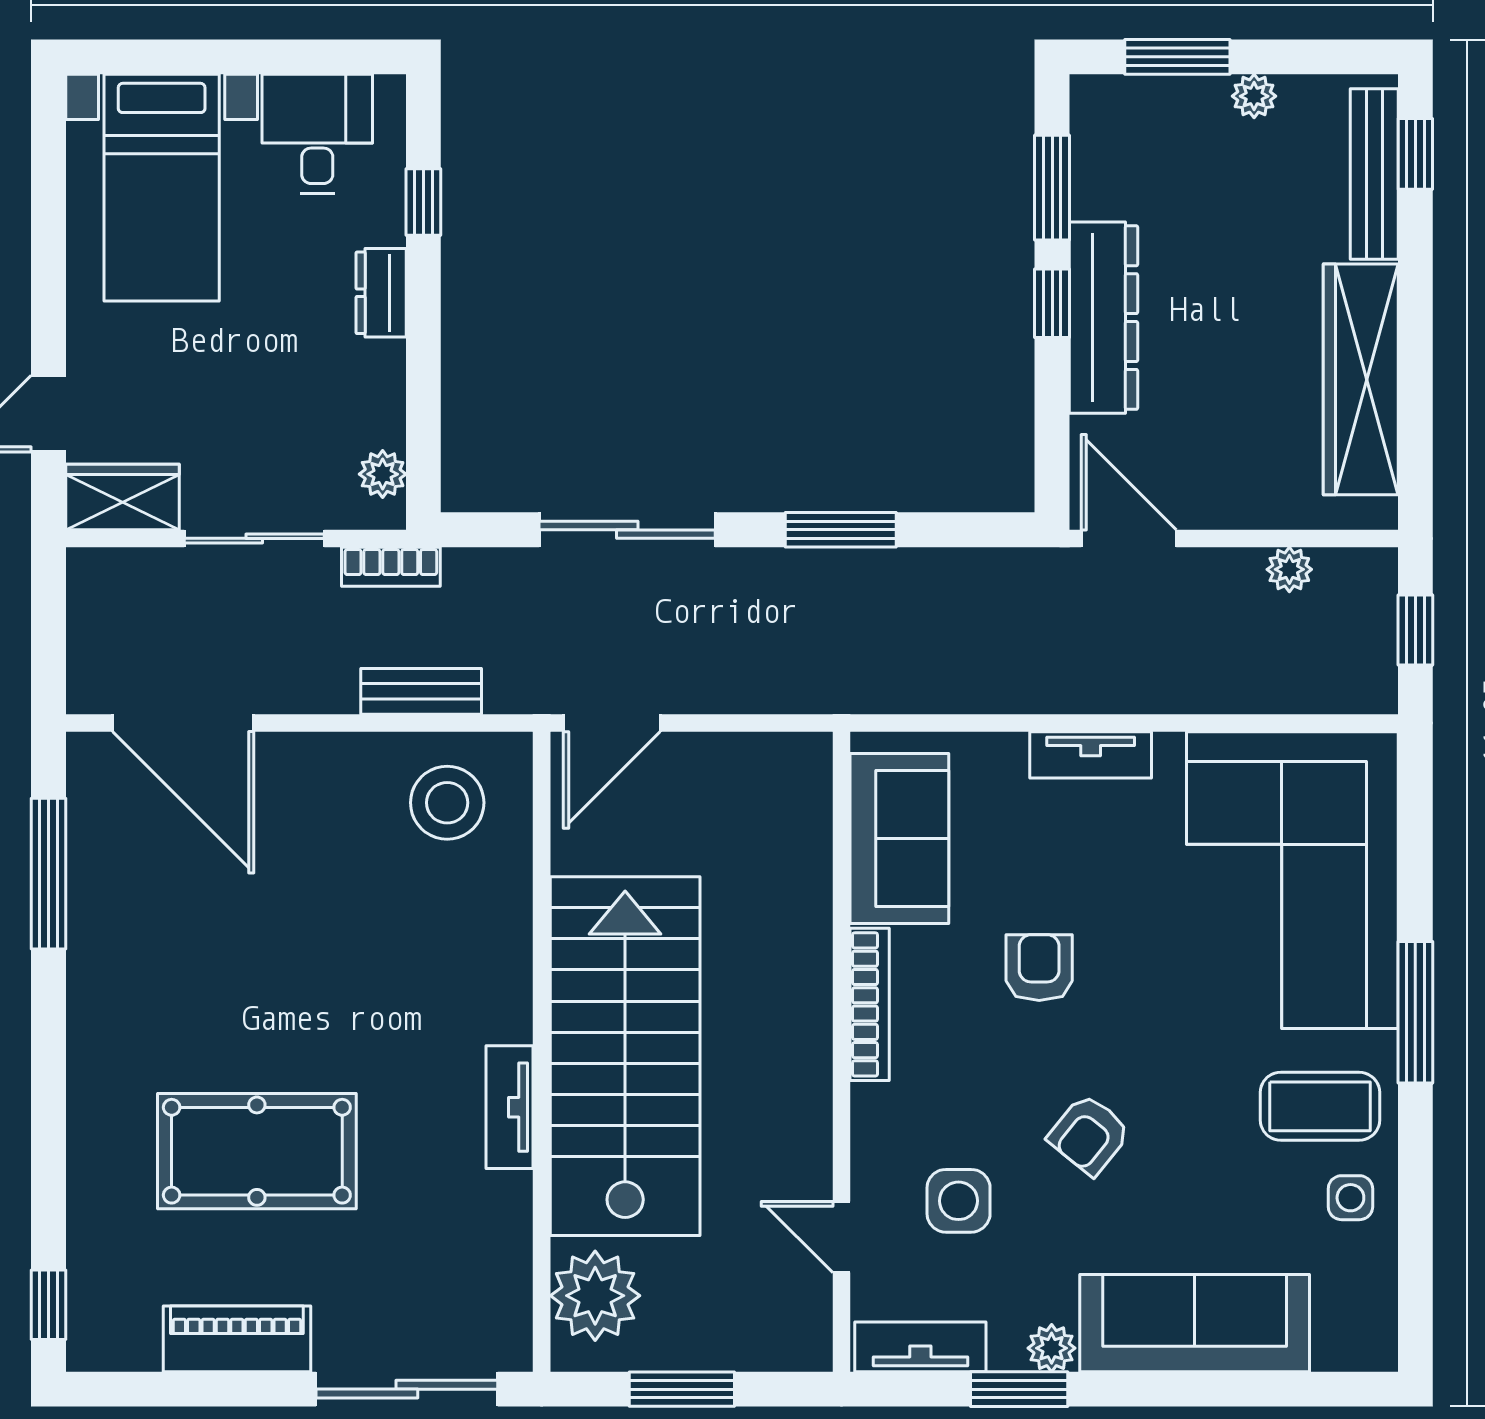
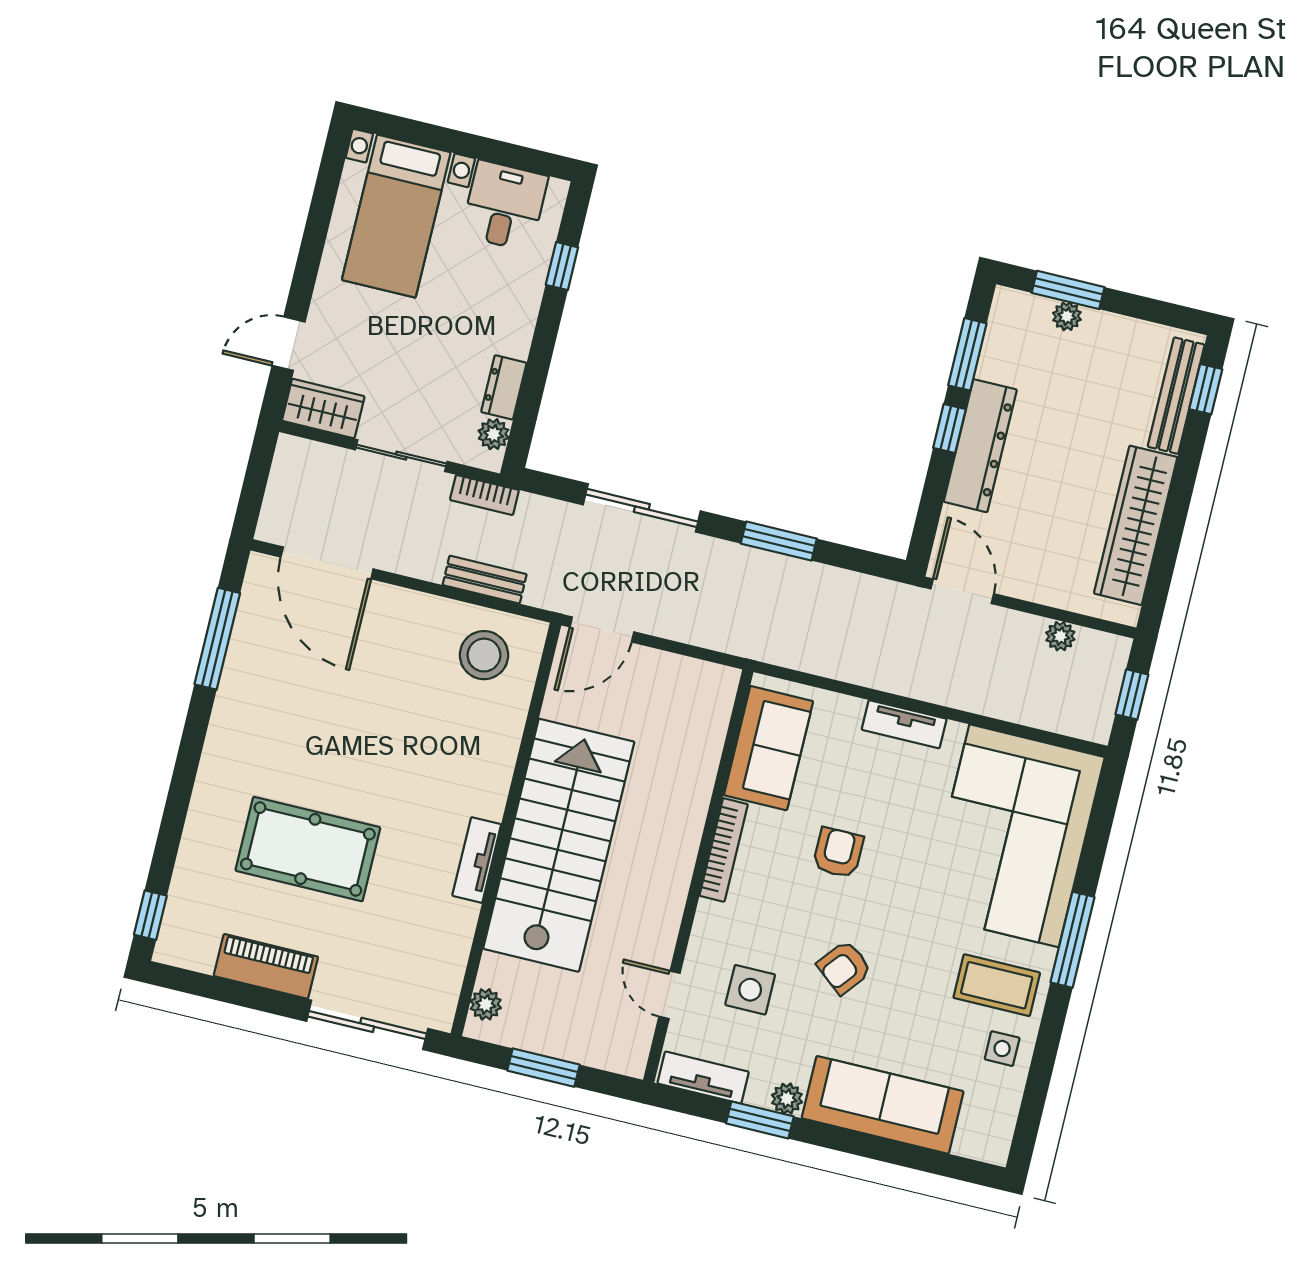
plant: (1254, 96) -> (1067, 316), moved
dresser: (381, 293) -> (504, 387), moved
plant: (595, 1296) -> (486, 1004), width x0.53, depth x0.53

